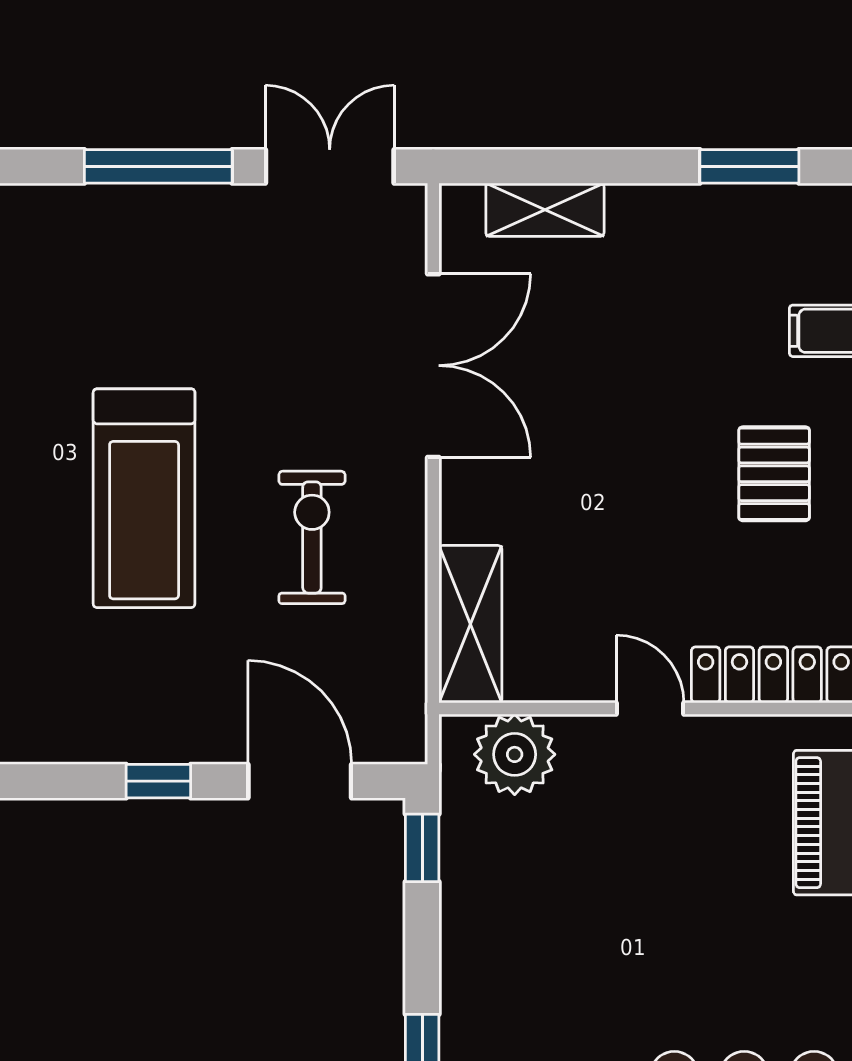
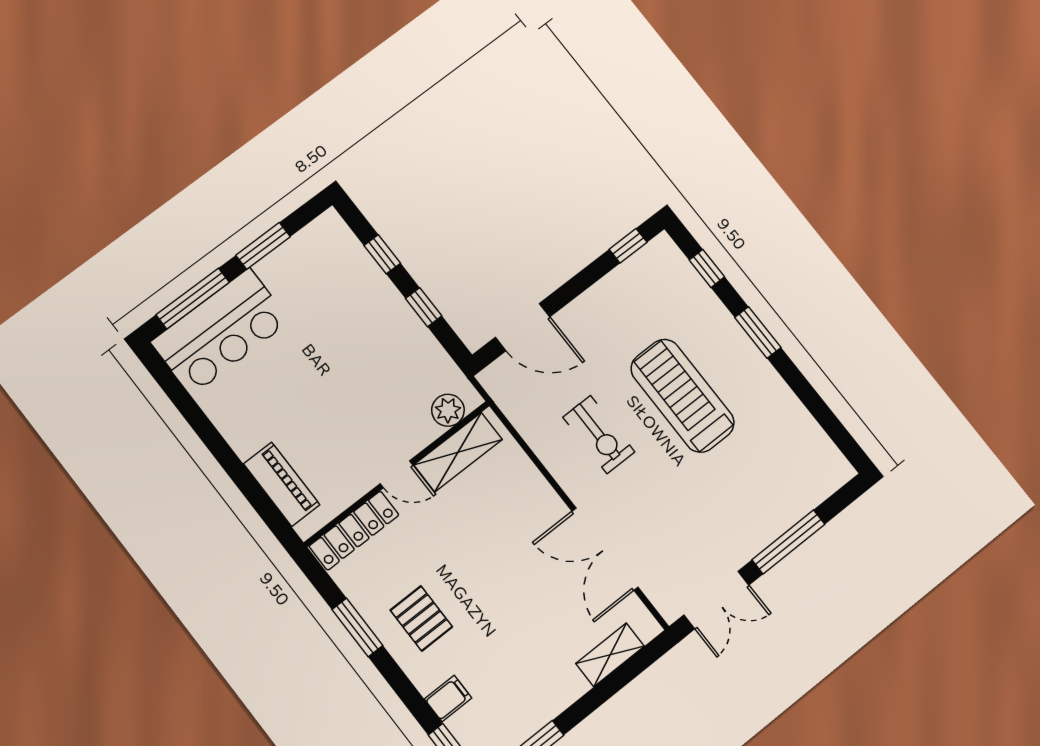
shelving: (470, 624) -> (458, 452), moved, turned 90
plant: (515, 754) -> (448, 410), width x0.73, depth x0.73
window: (158, 781) -> (628, 246), moved
window: (422, 848) -> (424, 307), moved

